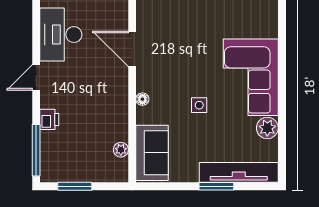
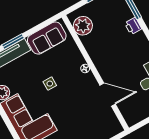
plant: (121, 150) -> (83, 26), width x1.88, depth x1.88
sofa: (152, 153) -> (47, 38), moved, turned -90

